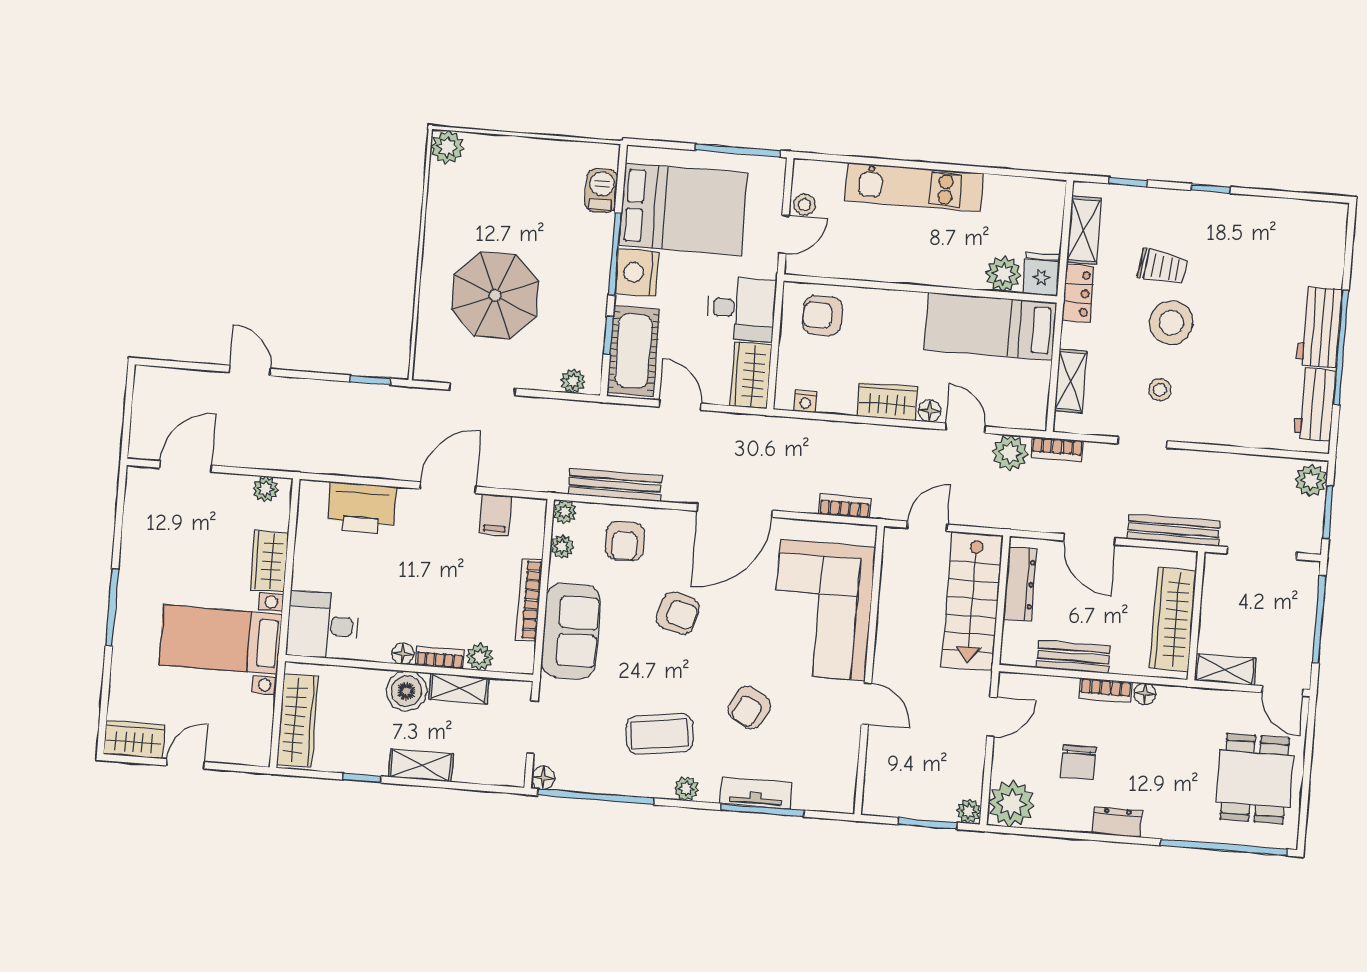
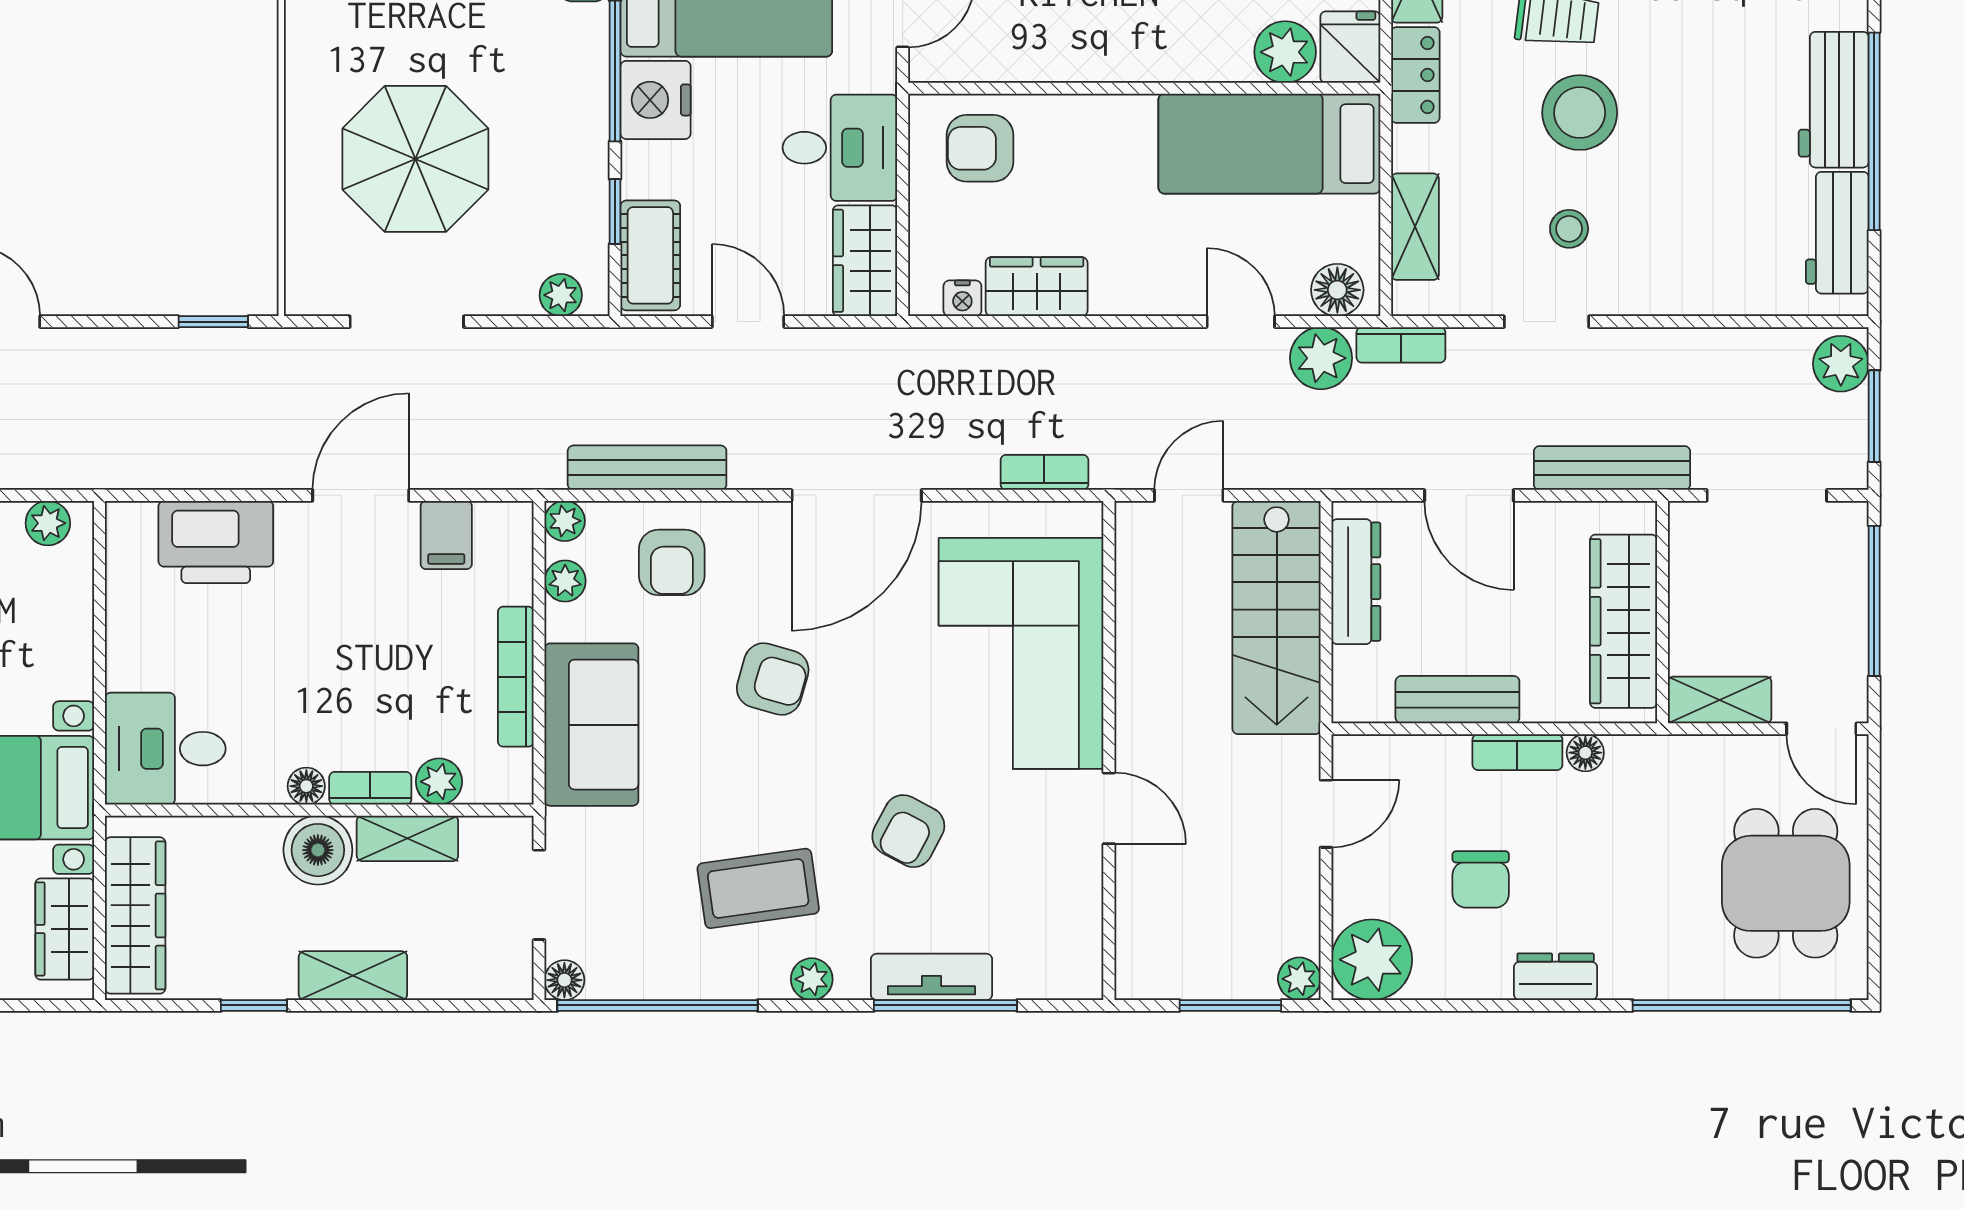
cot: (633, 351) -> (650, 255), width x0.73, depth x0.75
wardrobe: (887, 401) -> (1037, 287), moved
floor lamp: (930, 411) -> (1337, 290), moved, width x1.37, depth x1.37
wardrobe: (269, 561) -> (65, 929), moved

